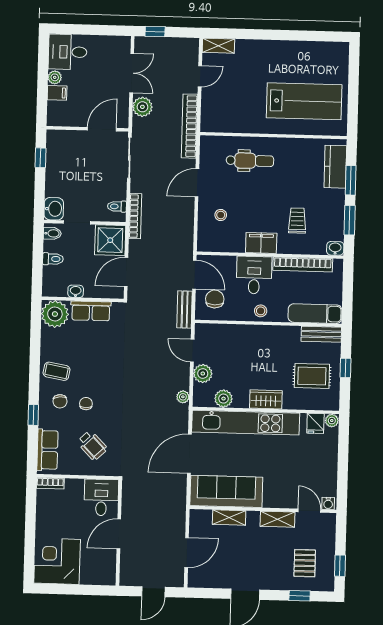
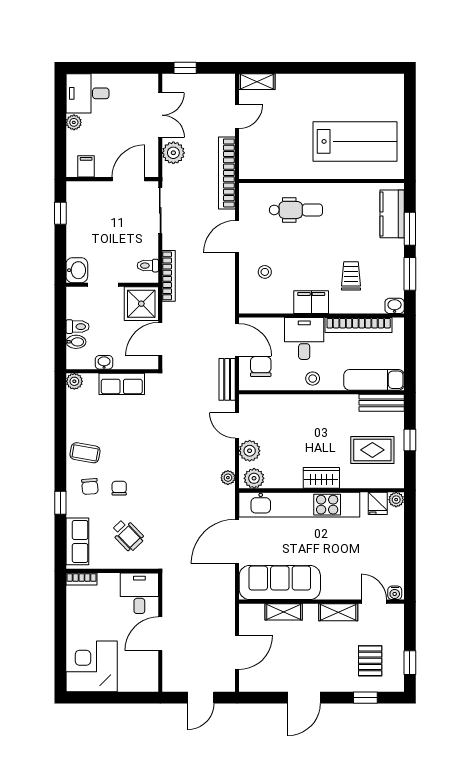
filing cabinet: (57, 93) -> (86, 166), moved, turned -90
bidet: (52, 233) -> (76, 342), moved
plant: (55, 314) -> (74, 381), width x0.53, depth x0.53
plant: (223, 399) -> (254, 478), moved

